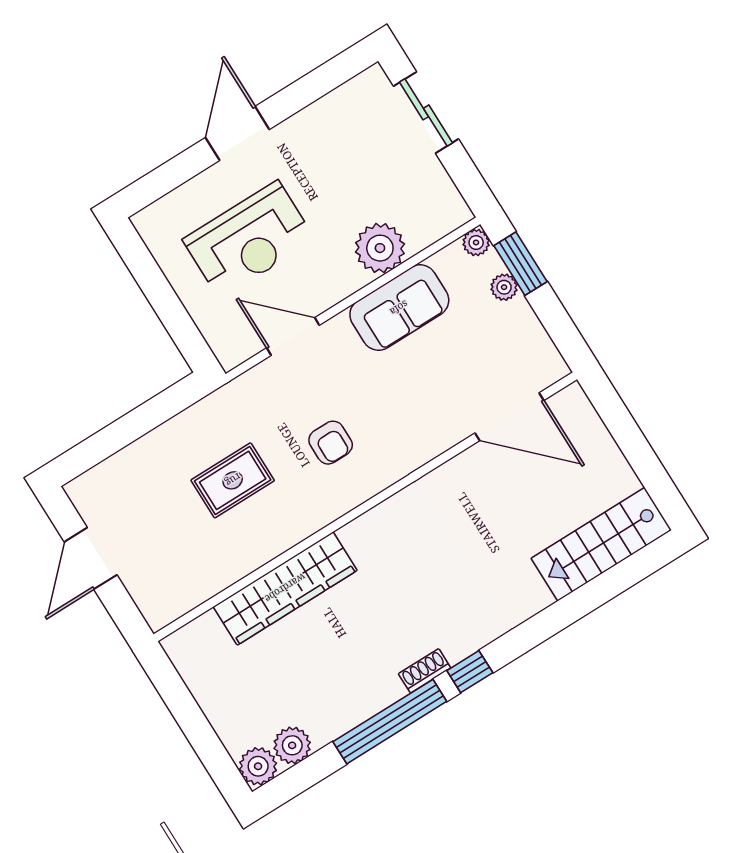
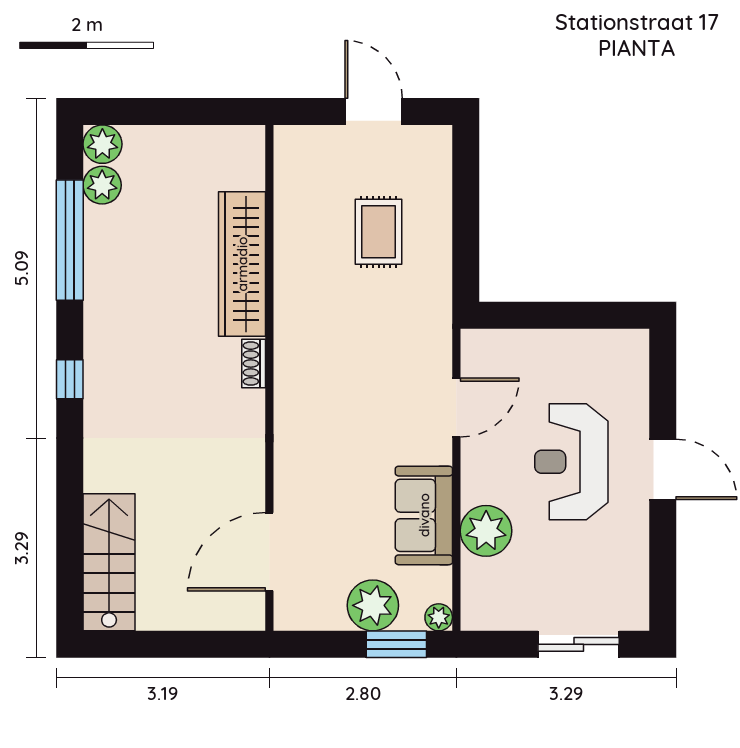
reception desk: (249, 240) -> (571, 462), moved
plant: (504, 287) -> (373, 605), width x1.88, depth x1.88
armchair: (331, 443) -> (344, 383), removed
rug: (233, 480) -> (379, 232), moved
shoe rack: (425, 671) -> (254, 364), moved, turned 180
window: (390, 722) -> (70, 240), moved

